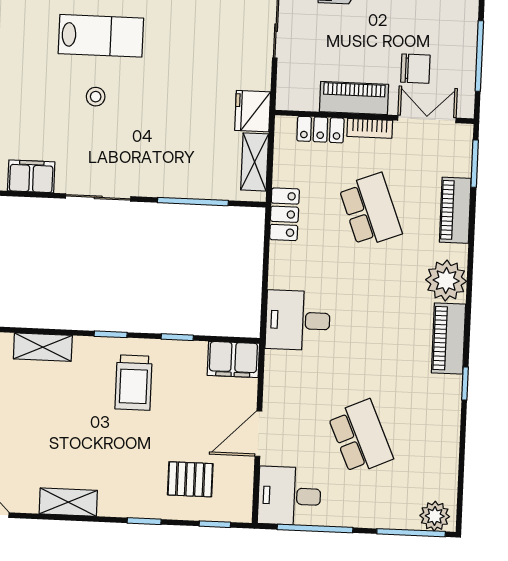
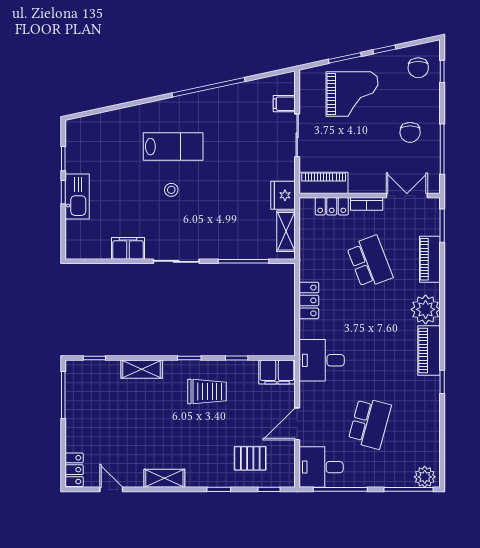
chair: (415, 69) -> (410, 132), moved, turned 90
piano: (354, 98) -> (324, 183), moved
locker: (284, 214) -> (309, 300), moved
desk: (298, 320) -> (322, 360), moved
trolley: (134, 383) -> (207, 392), turned -90
school desk: (360, 437) -> (370, 423), turned 39

